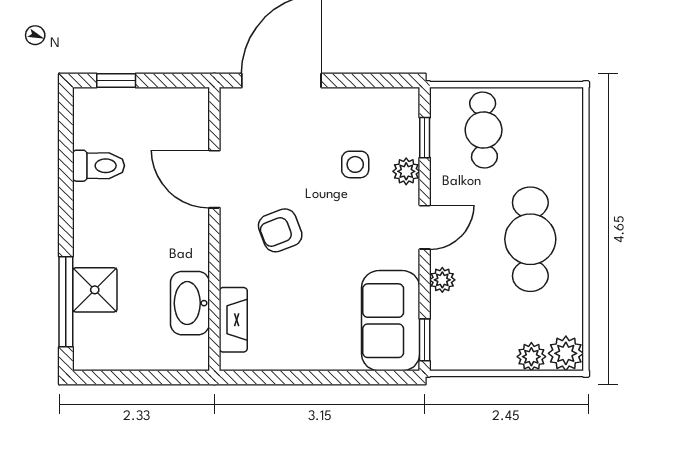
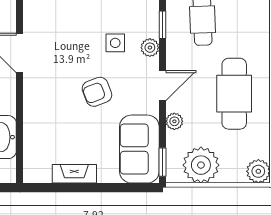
armchair: (280, 230) -> (97, 92), moved
fireplace: (233, 320) -> (74, 174), moved, turned -90
plant: (531, 357) -> (201, 165), moved, width x1.87, depth x1.87

